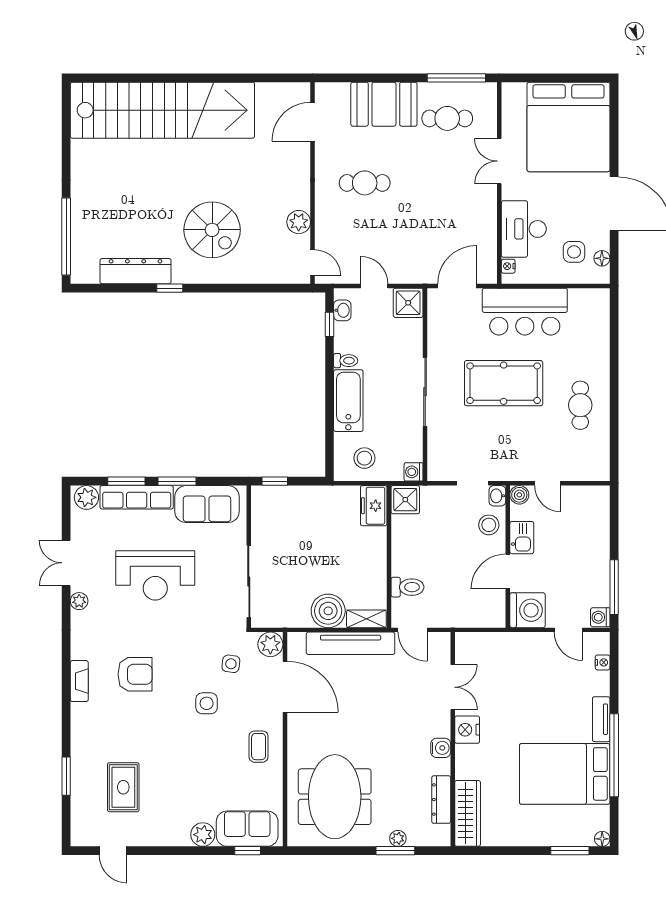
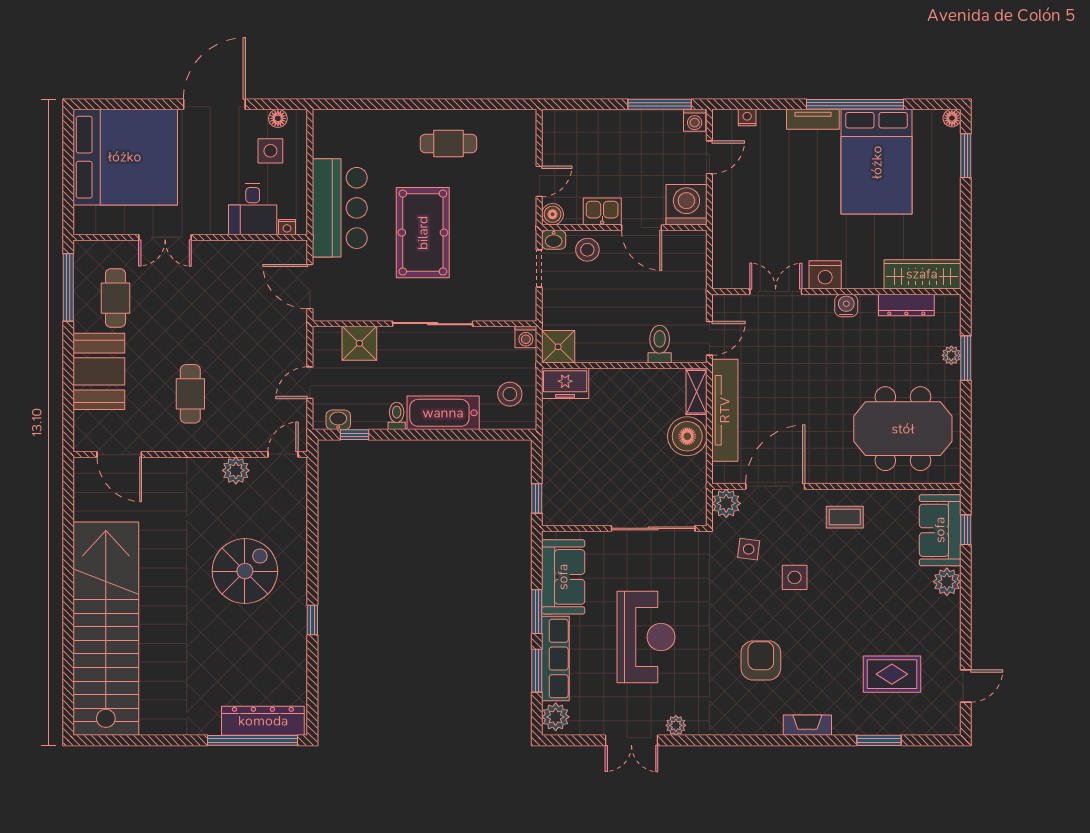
desk: (524, 229) -> (253, 209), width x0.73
dresser: (136, 271) -> (263, 721), moved, turned 90
shower: (408, 303) -> (359, 343), moved
fireplace: (79, 681) -> (807, 725), moved

